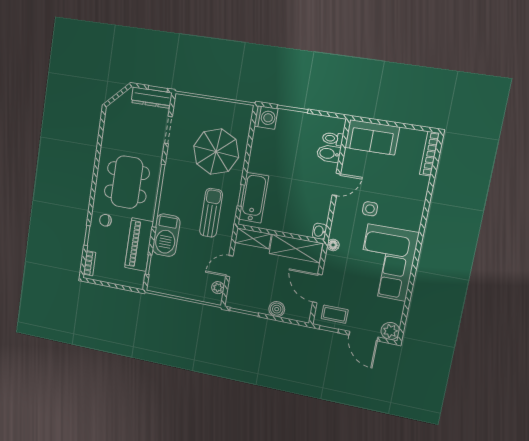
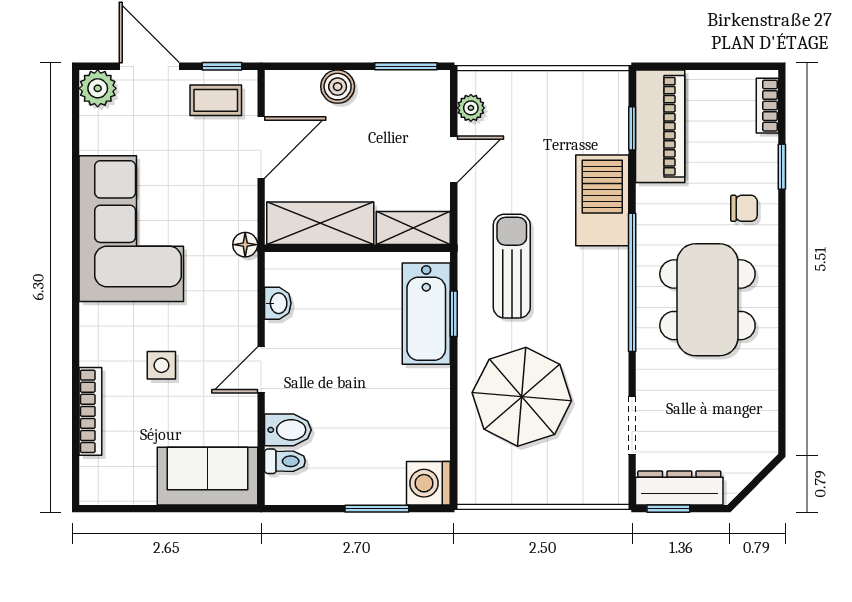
bookcase: (429, 154) -> (90, 411), moved
side table: (370, 209) -> (161, 365), moved
sun lounger: (211, 213) -> (512, 266), turned 180
washbasin: (320, 231) -> (278, 303), moved
piano: (139, 245) -> (660, 126), moved
door: (317, 288) -> (261, 147), hinge flipped

